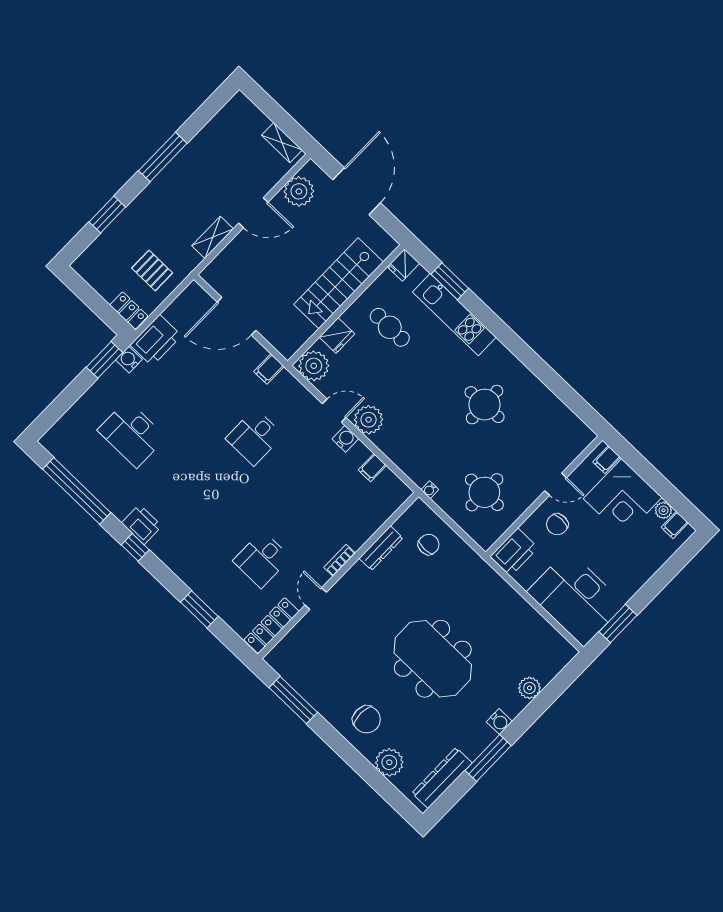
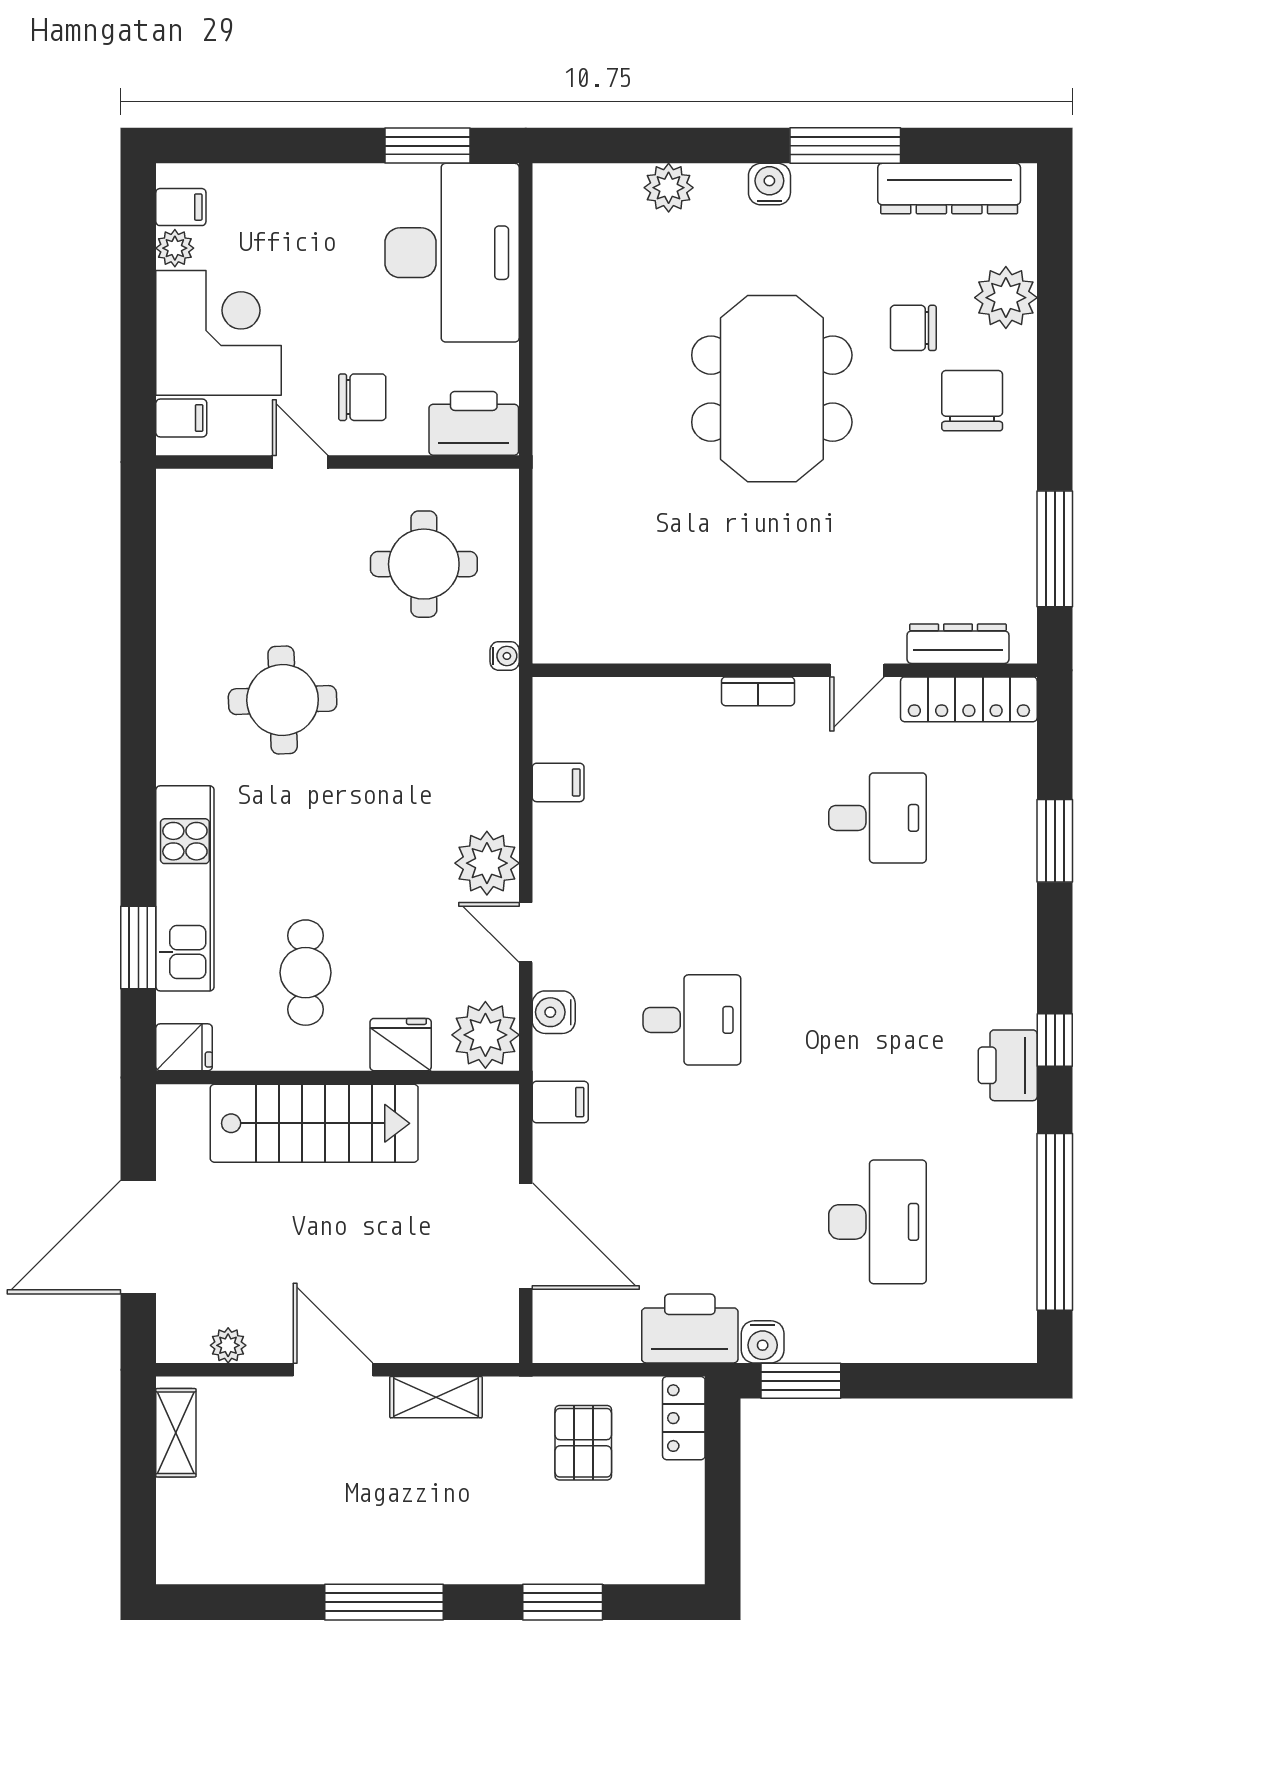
plant: (299, 191) -> (228, 1345), width x0.53, depth x0.53
water cooler: (345, 439) -> (554, 1012), moved
chair: (429, 544) -> (913, 328), moved
dresser: (381, 548) -> (958, 644), moved

